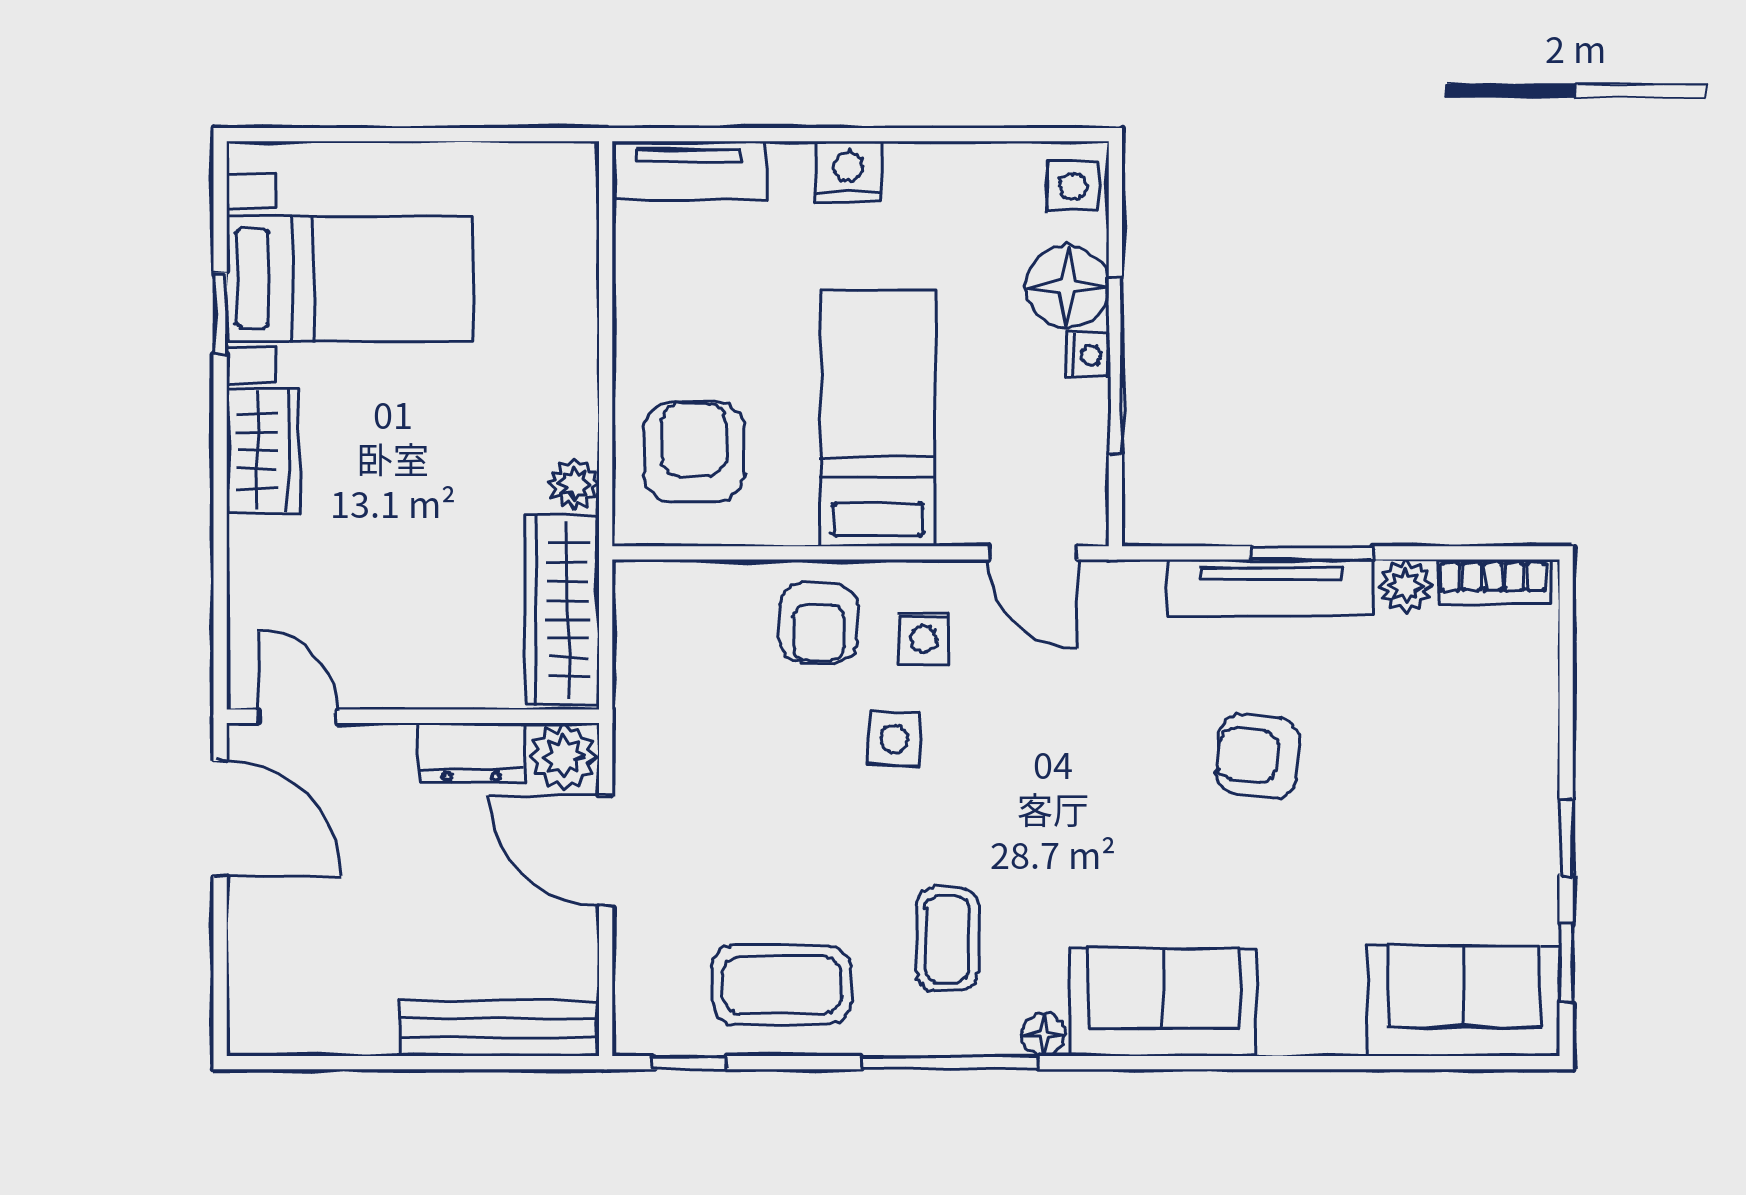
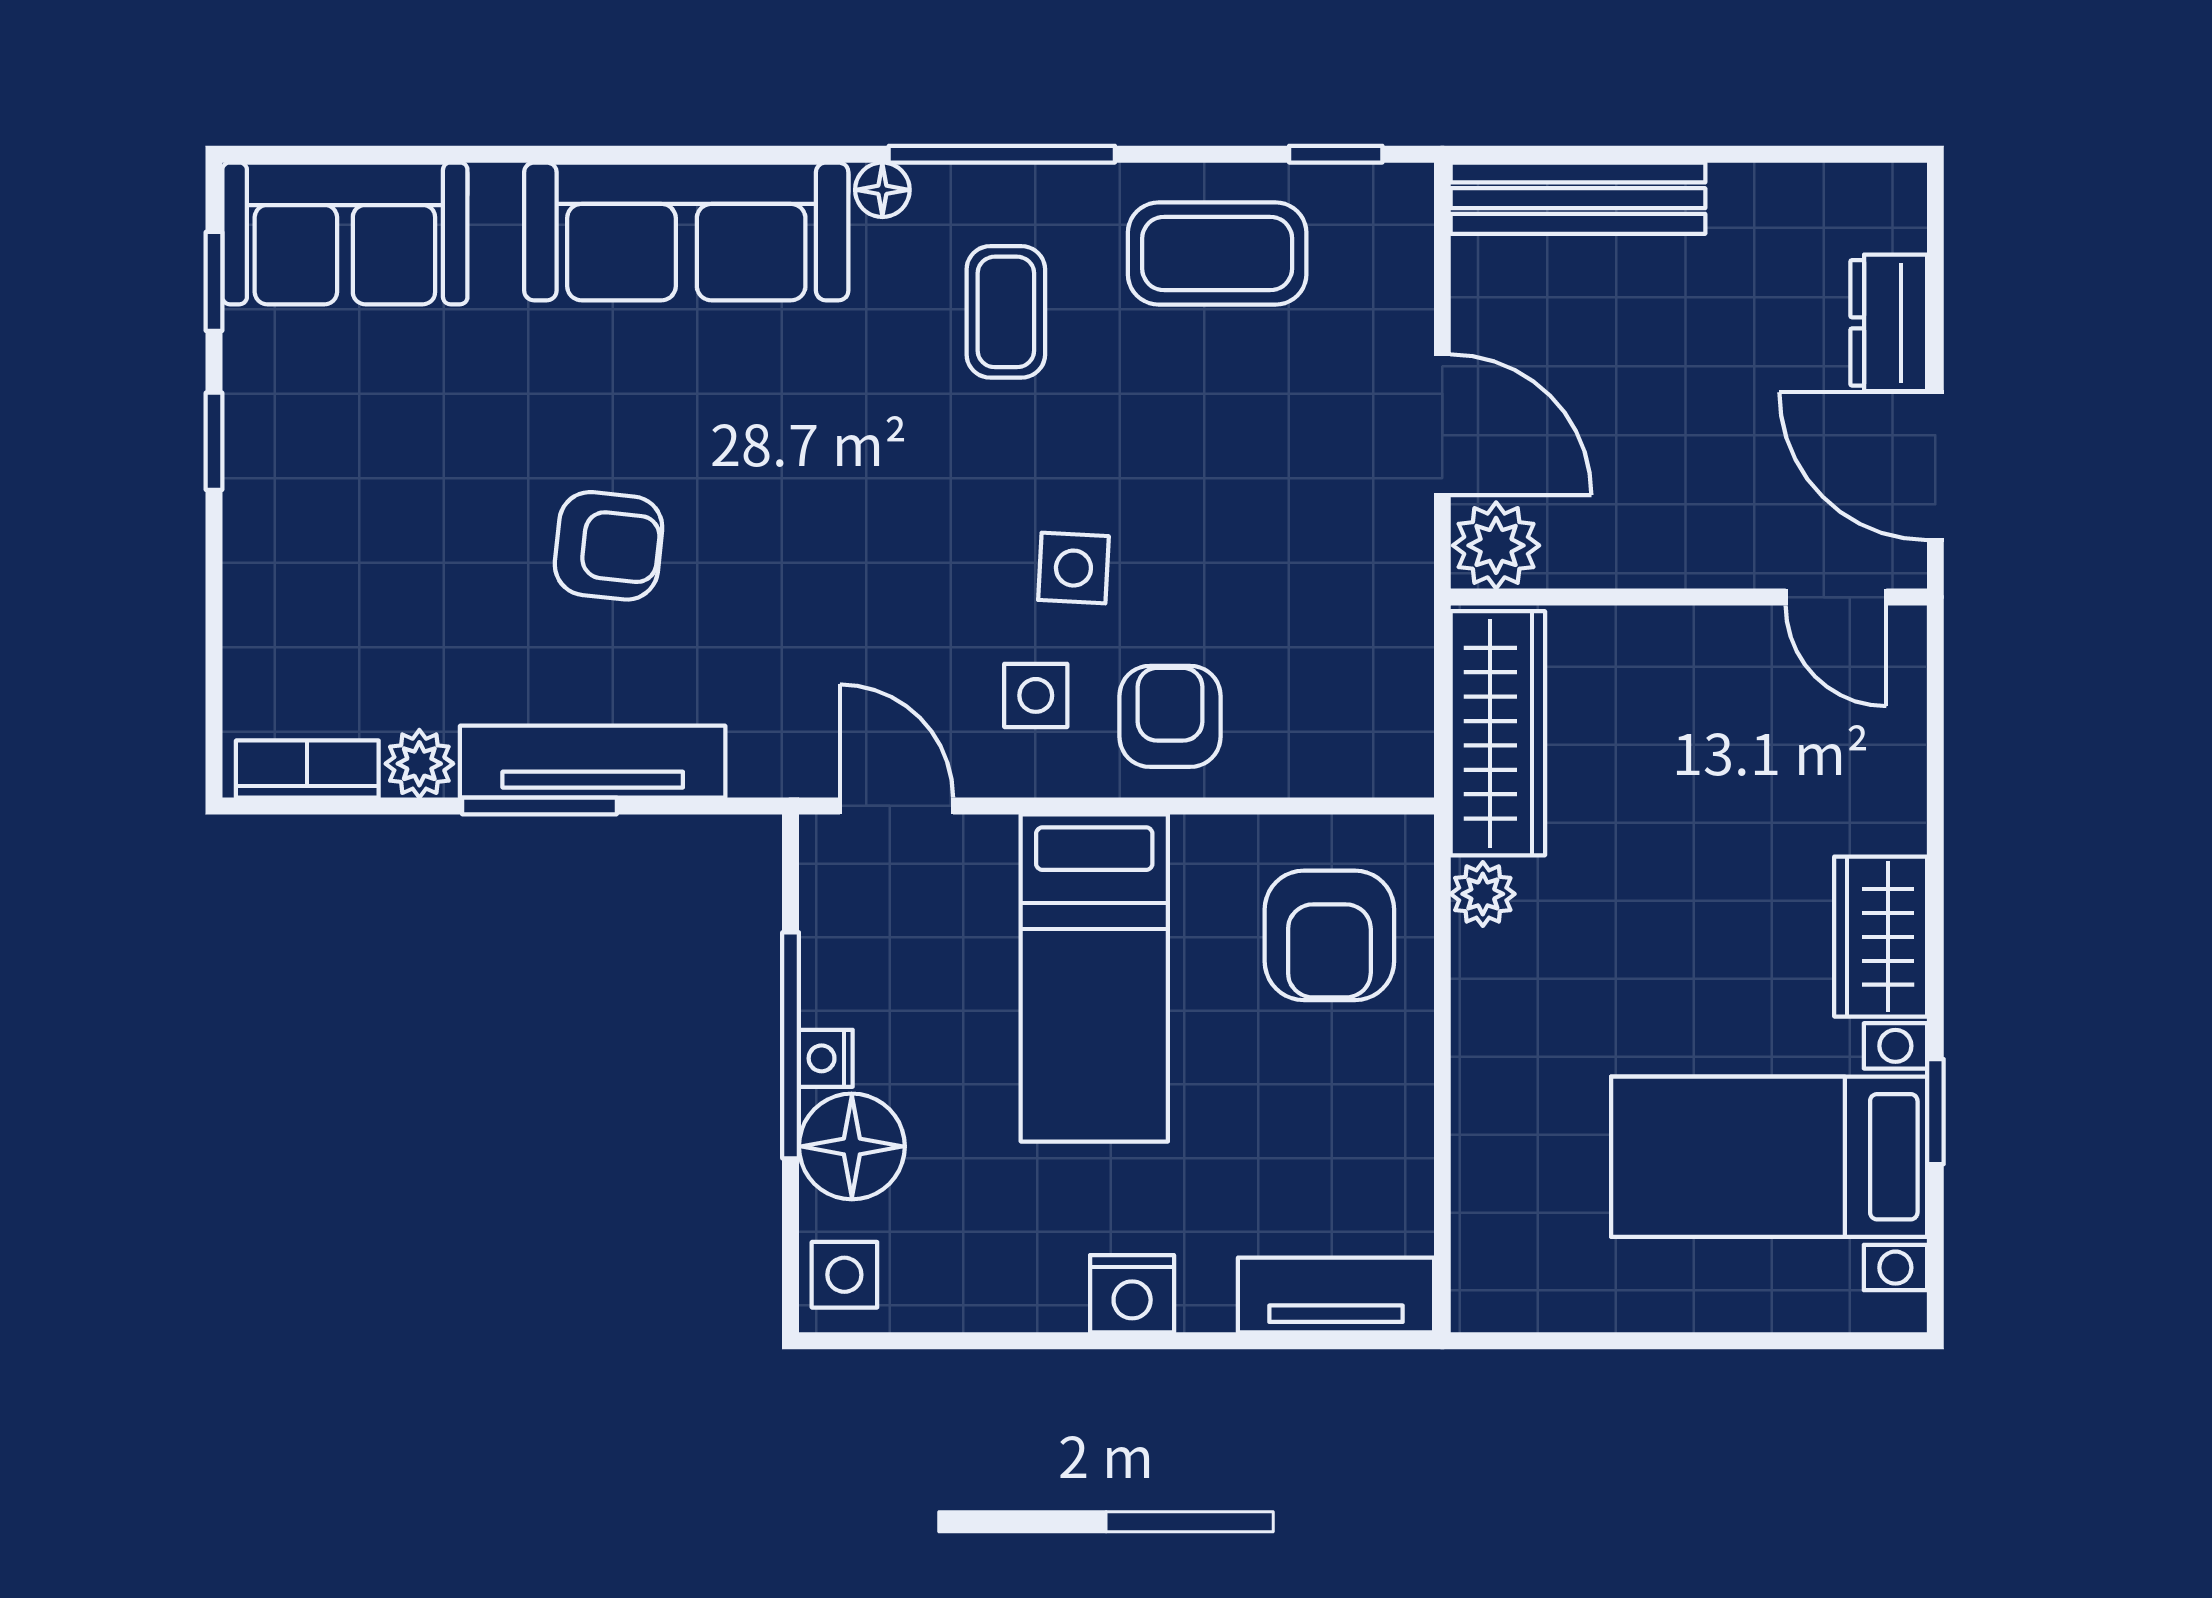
dresser: (471, 753) -> (1889, 323), moved, turned -90
sofa: (1163, 1002) -> (686, 231), width x1.36

